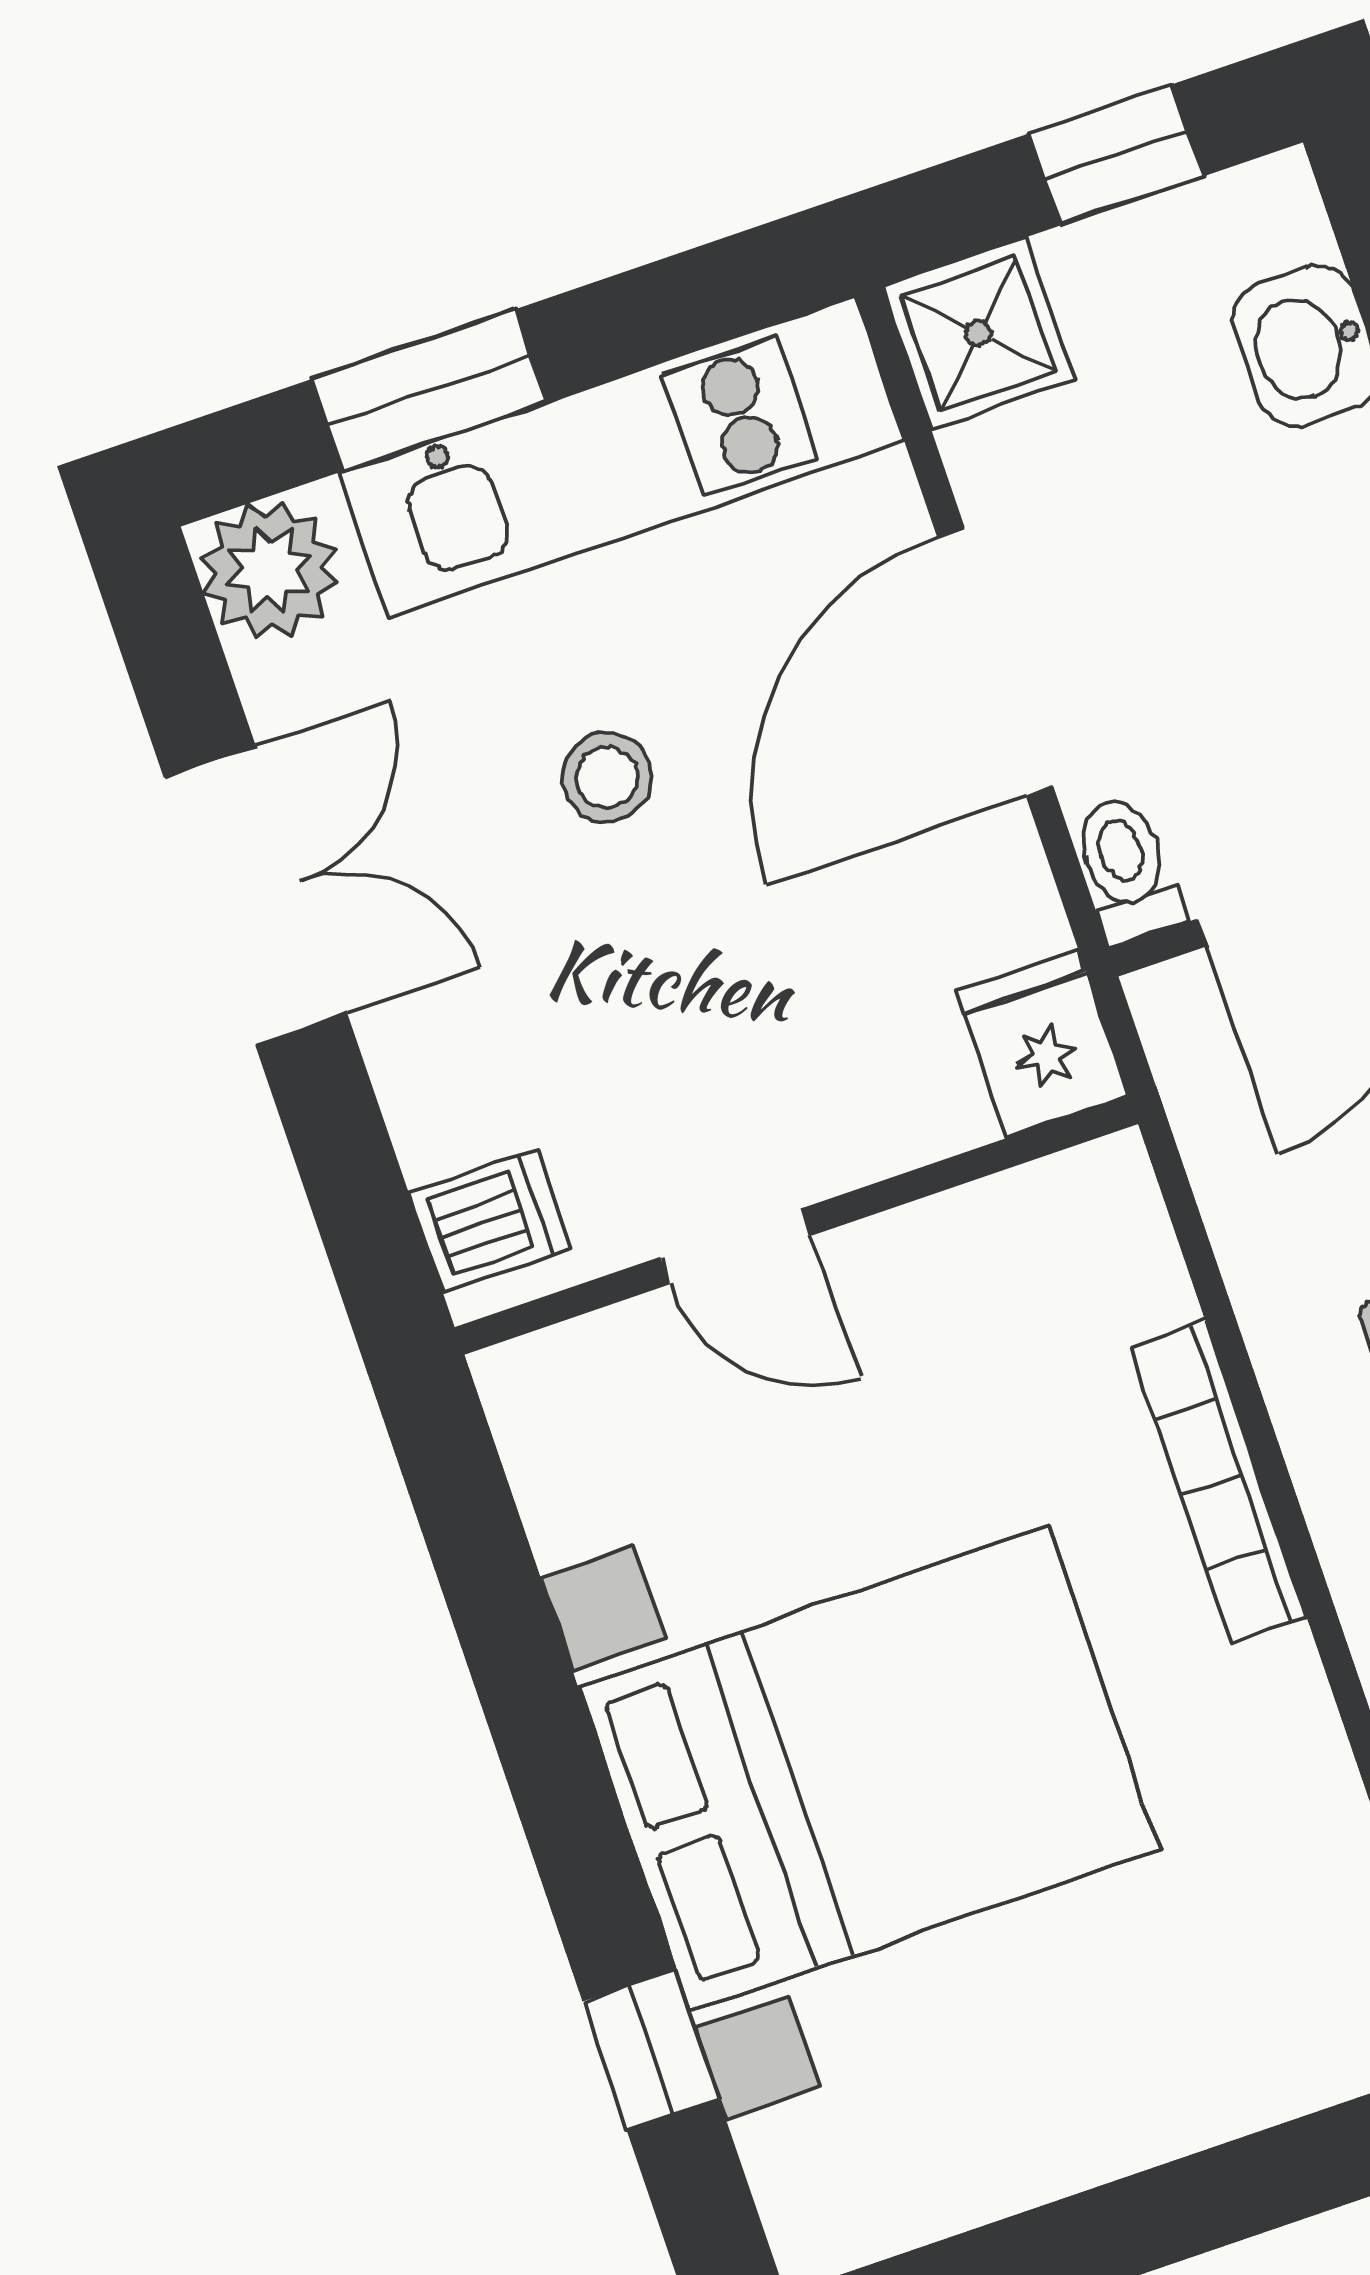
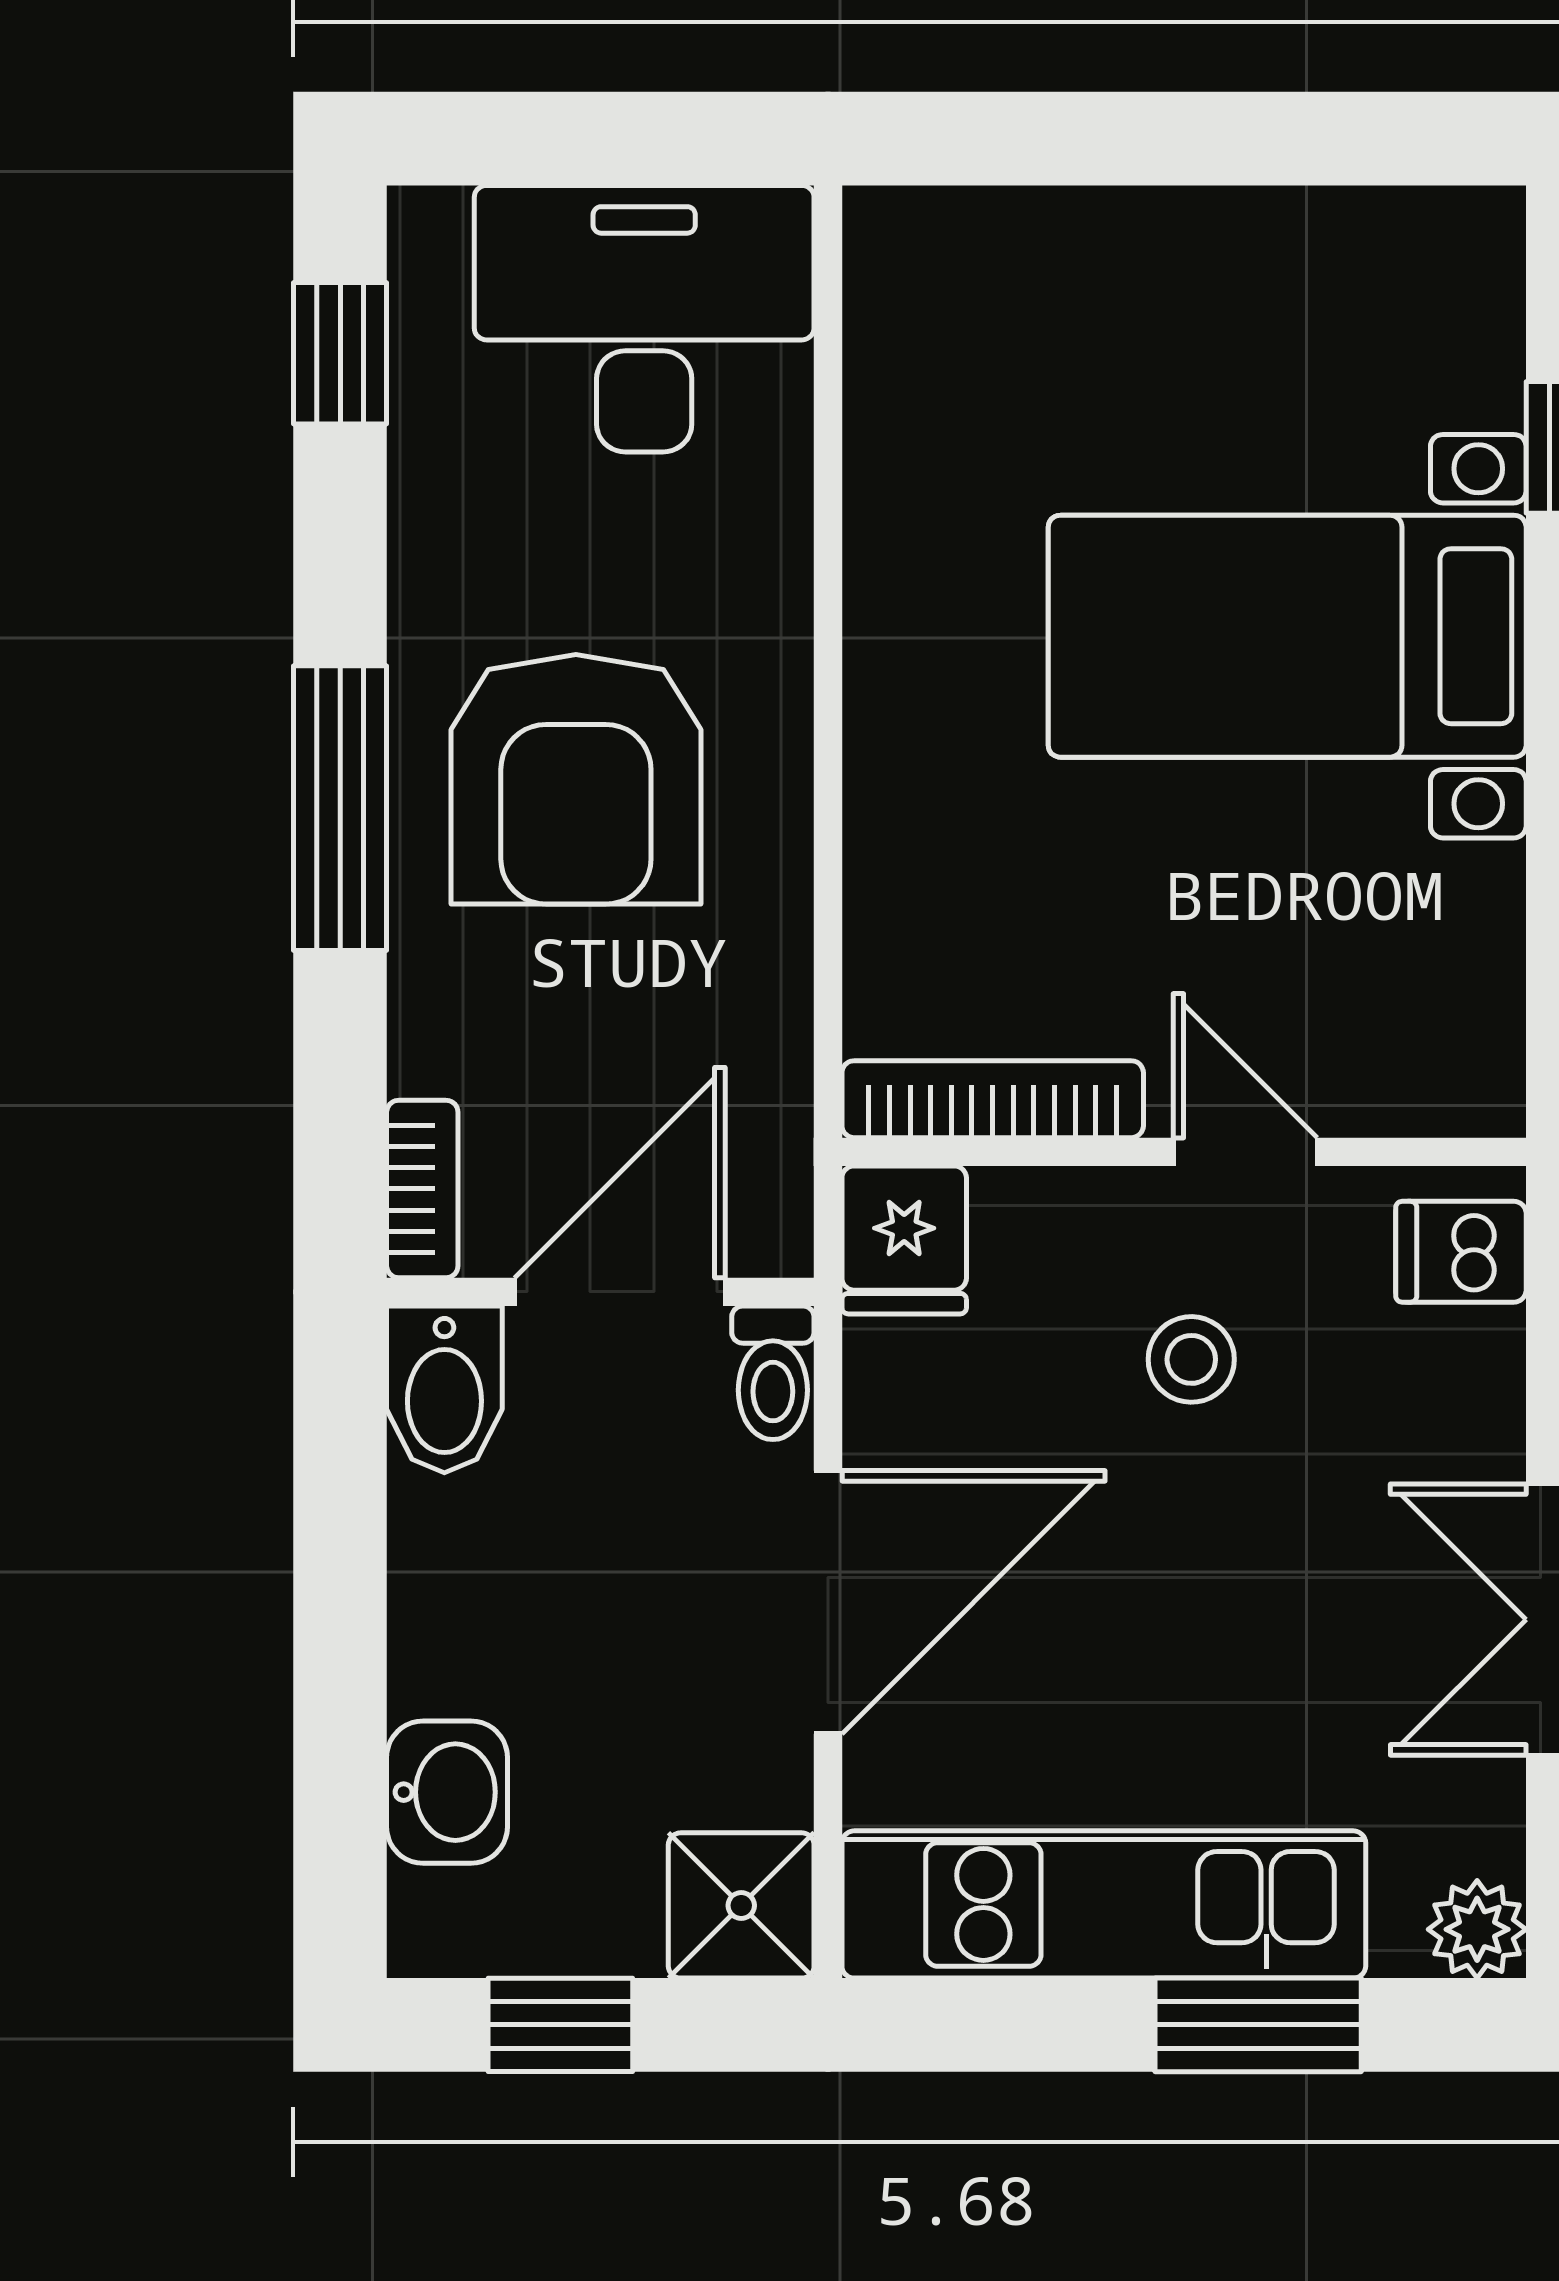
plant: (270, 570) -> (1477, 1929), width x0.73, depth x0.73
stool: (607, 777) -> (1191, 1359), moved
bookcase: (1218, 1482) -> (993, 1099), moved, turned -90
bed with nightstands: (869, 1768) -> (1287, 636), width x0.73

